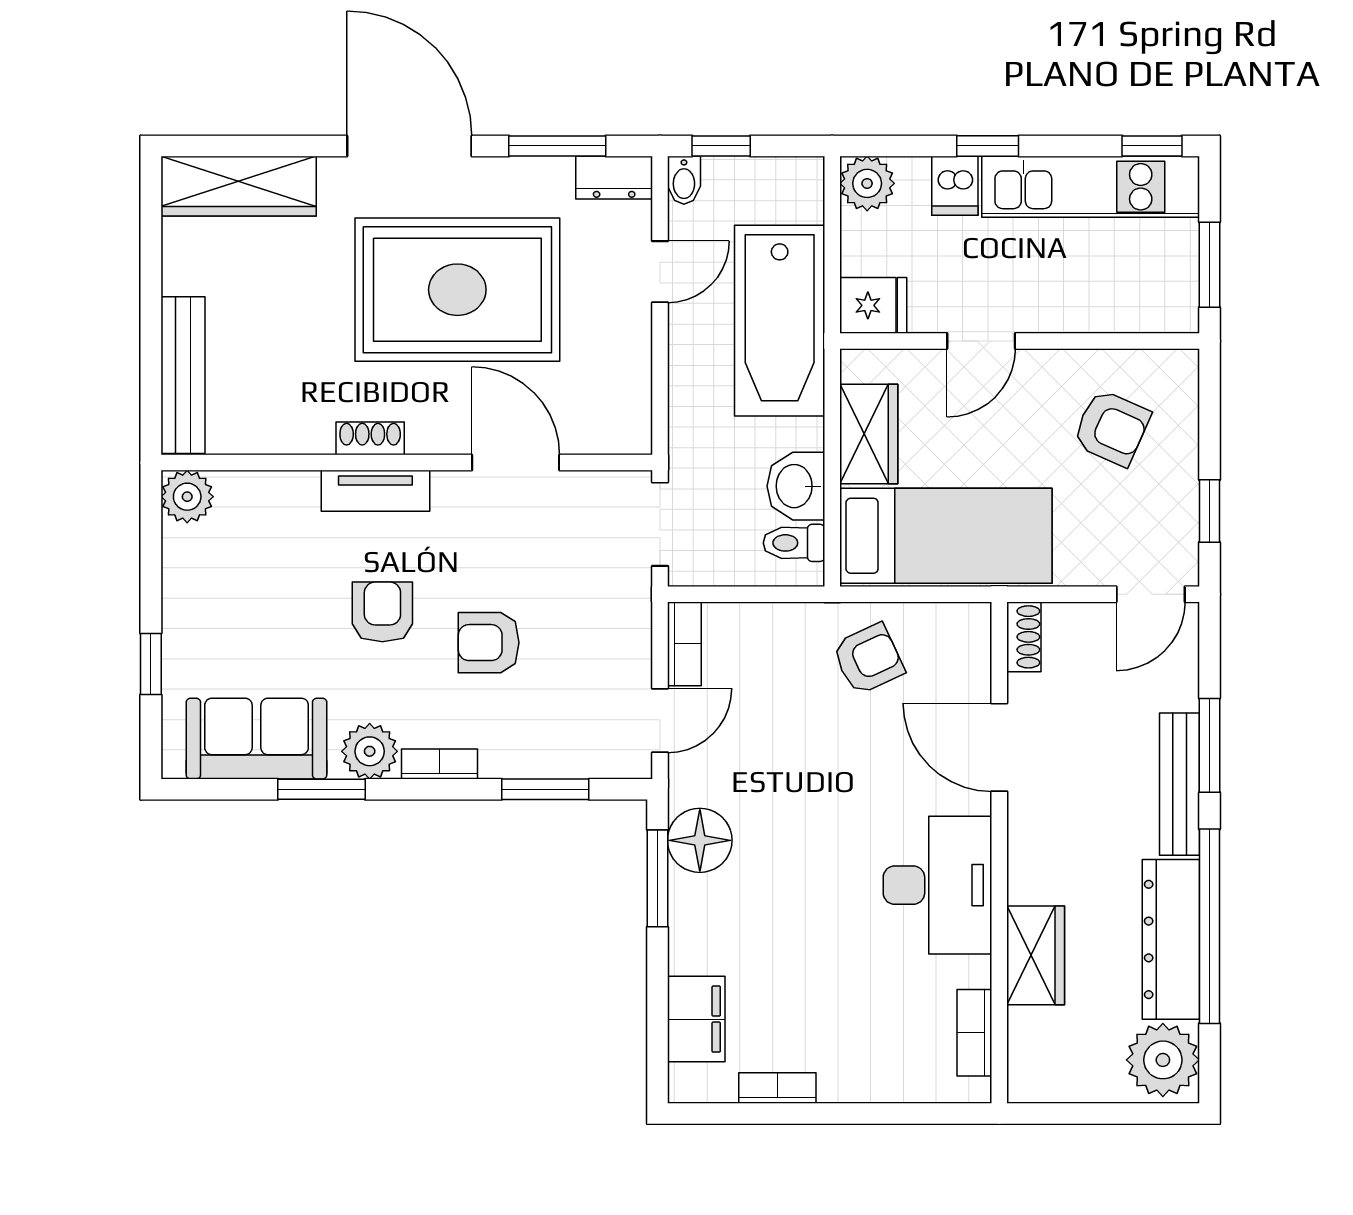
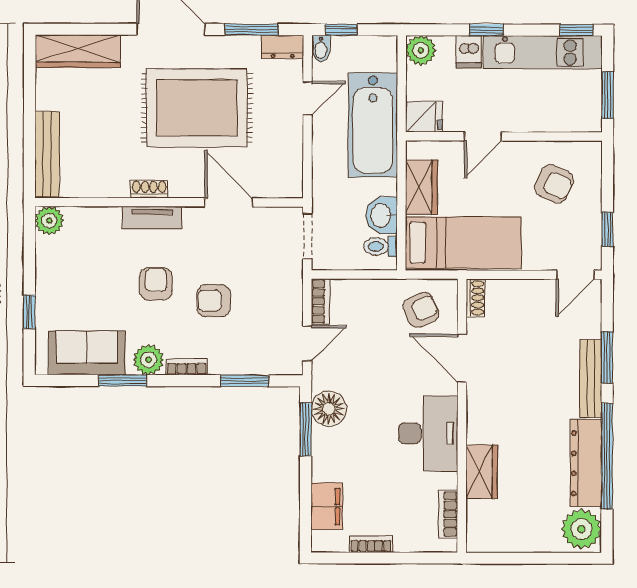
shoe rack: (1024, 637) -> (476, 298), moved
door: (999, 747) -> (462, 358), moved
wall: (999, 853) -> (462, 416), moved
desk: (938, 885) -> (428, 433), moved
wardrobe: (1036, 955) -> (482, 472), moved
bookcase: (974, 1033) -> (448, 514), moved

